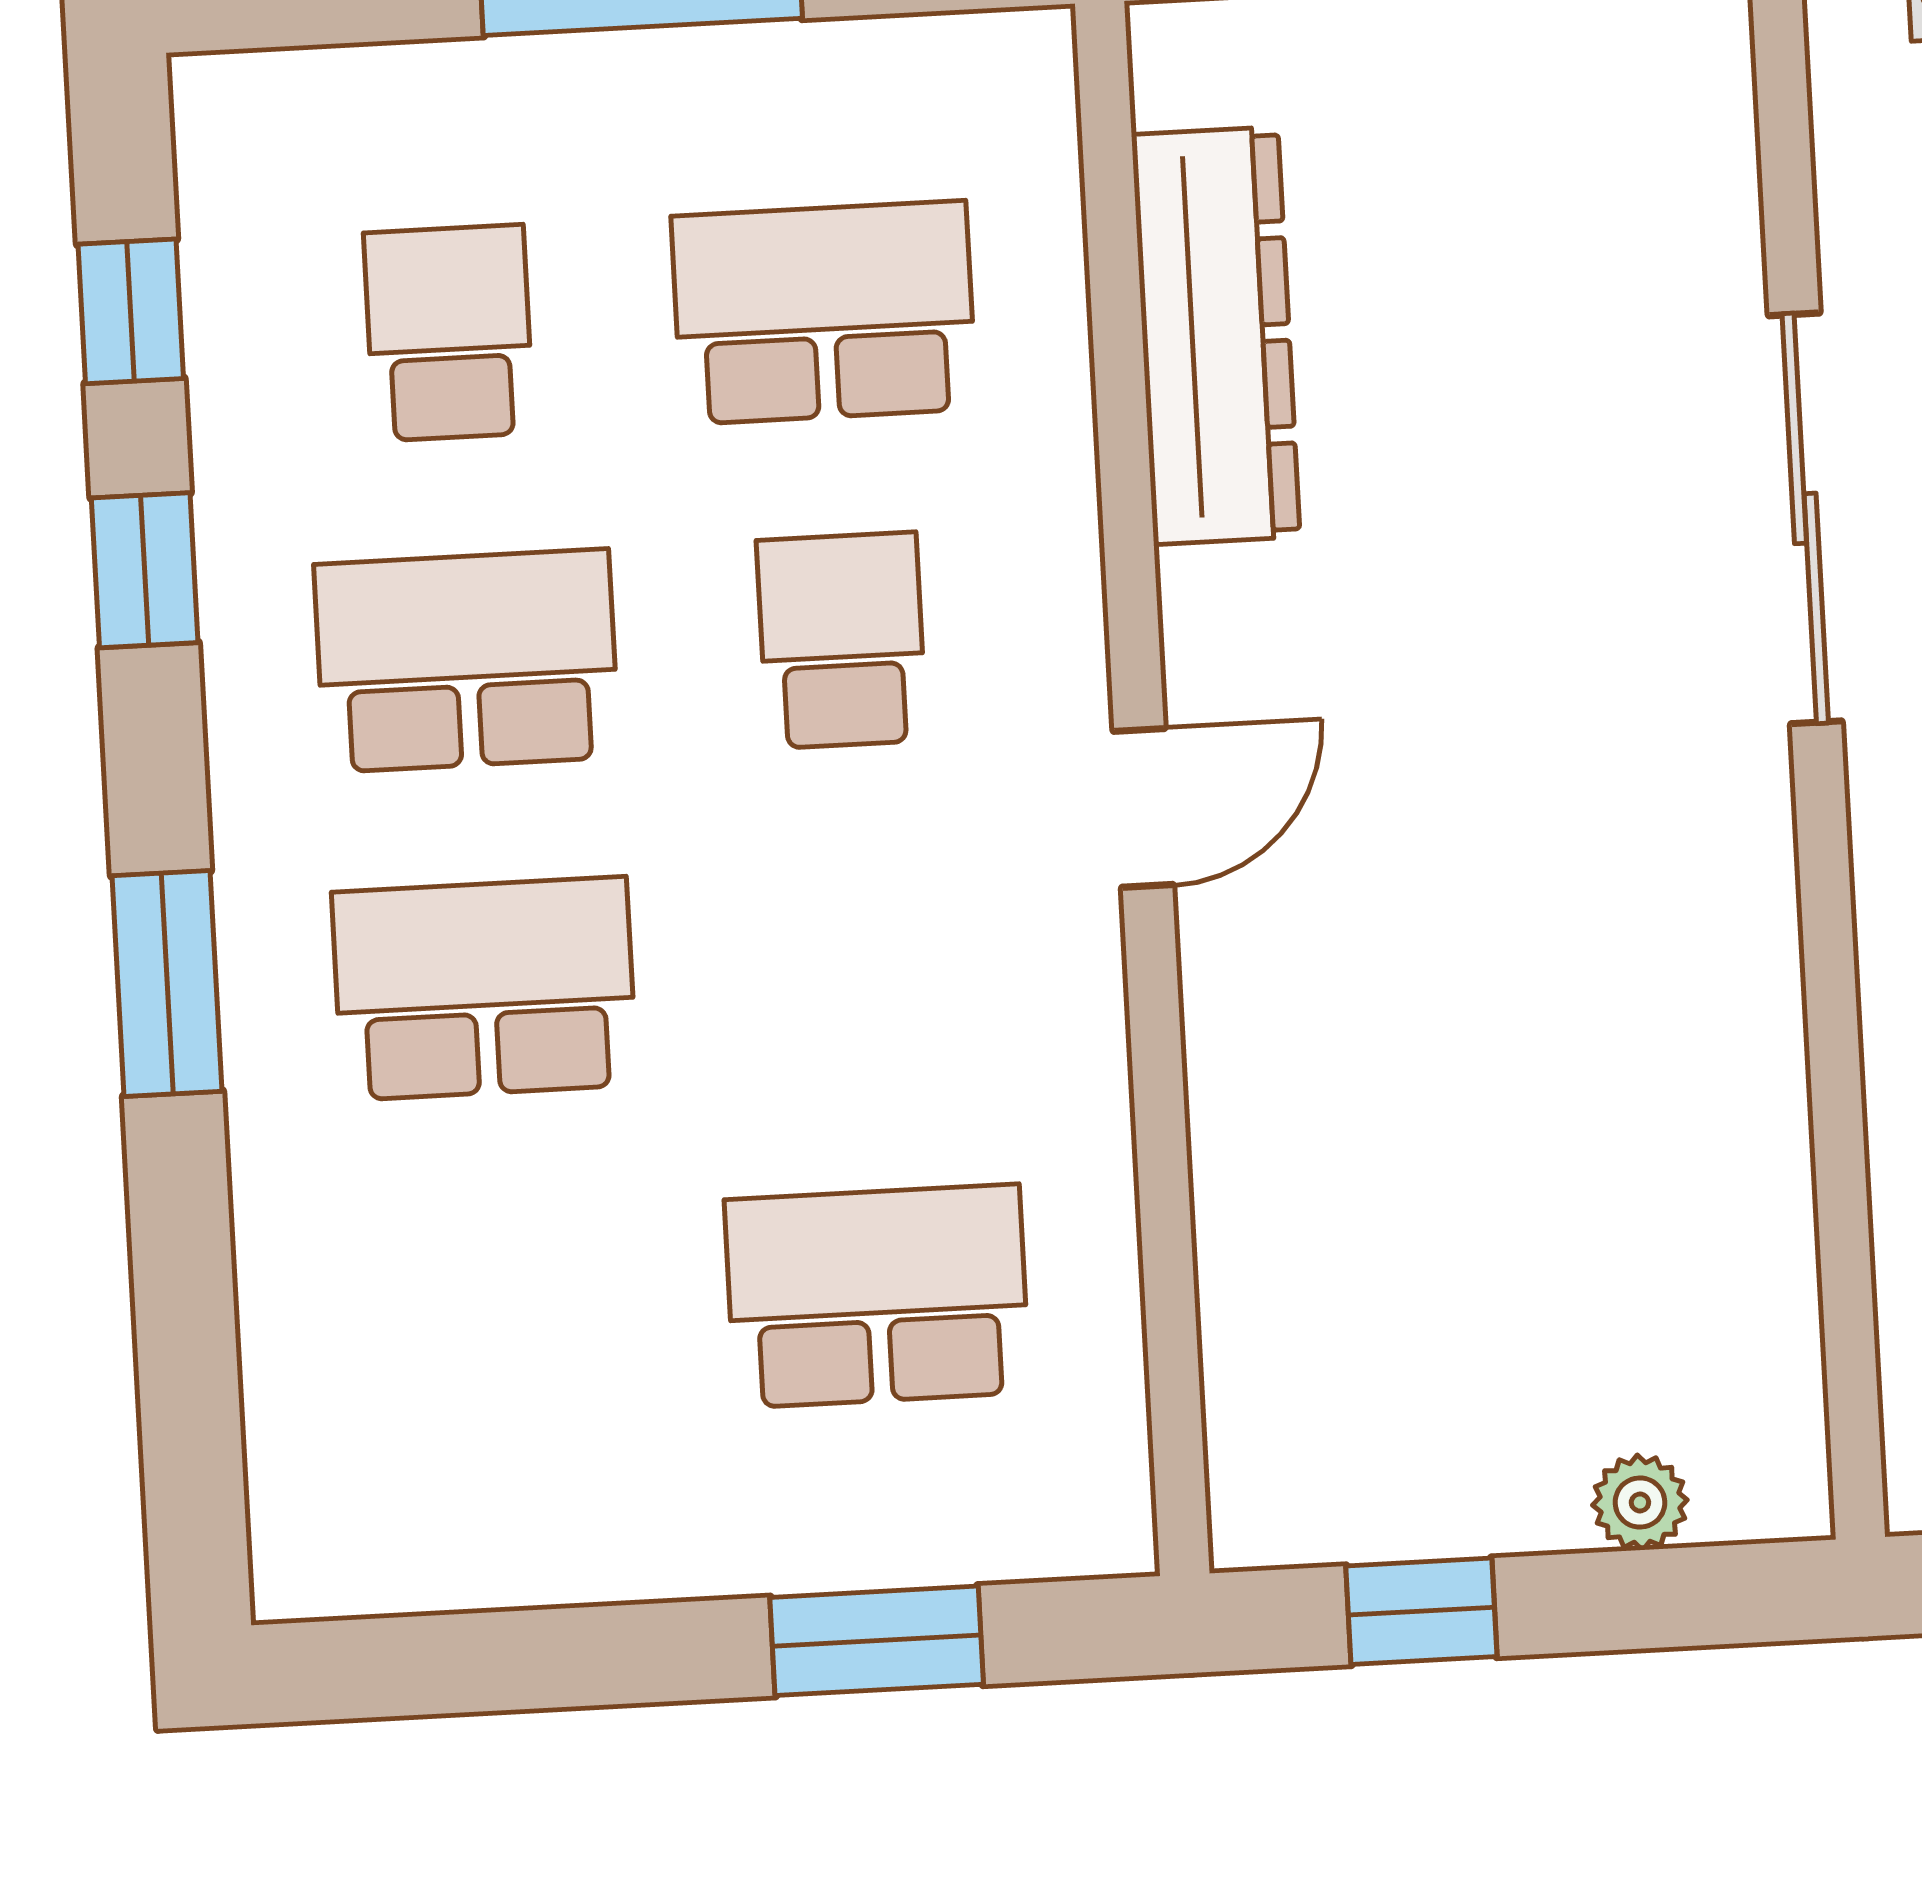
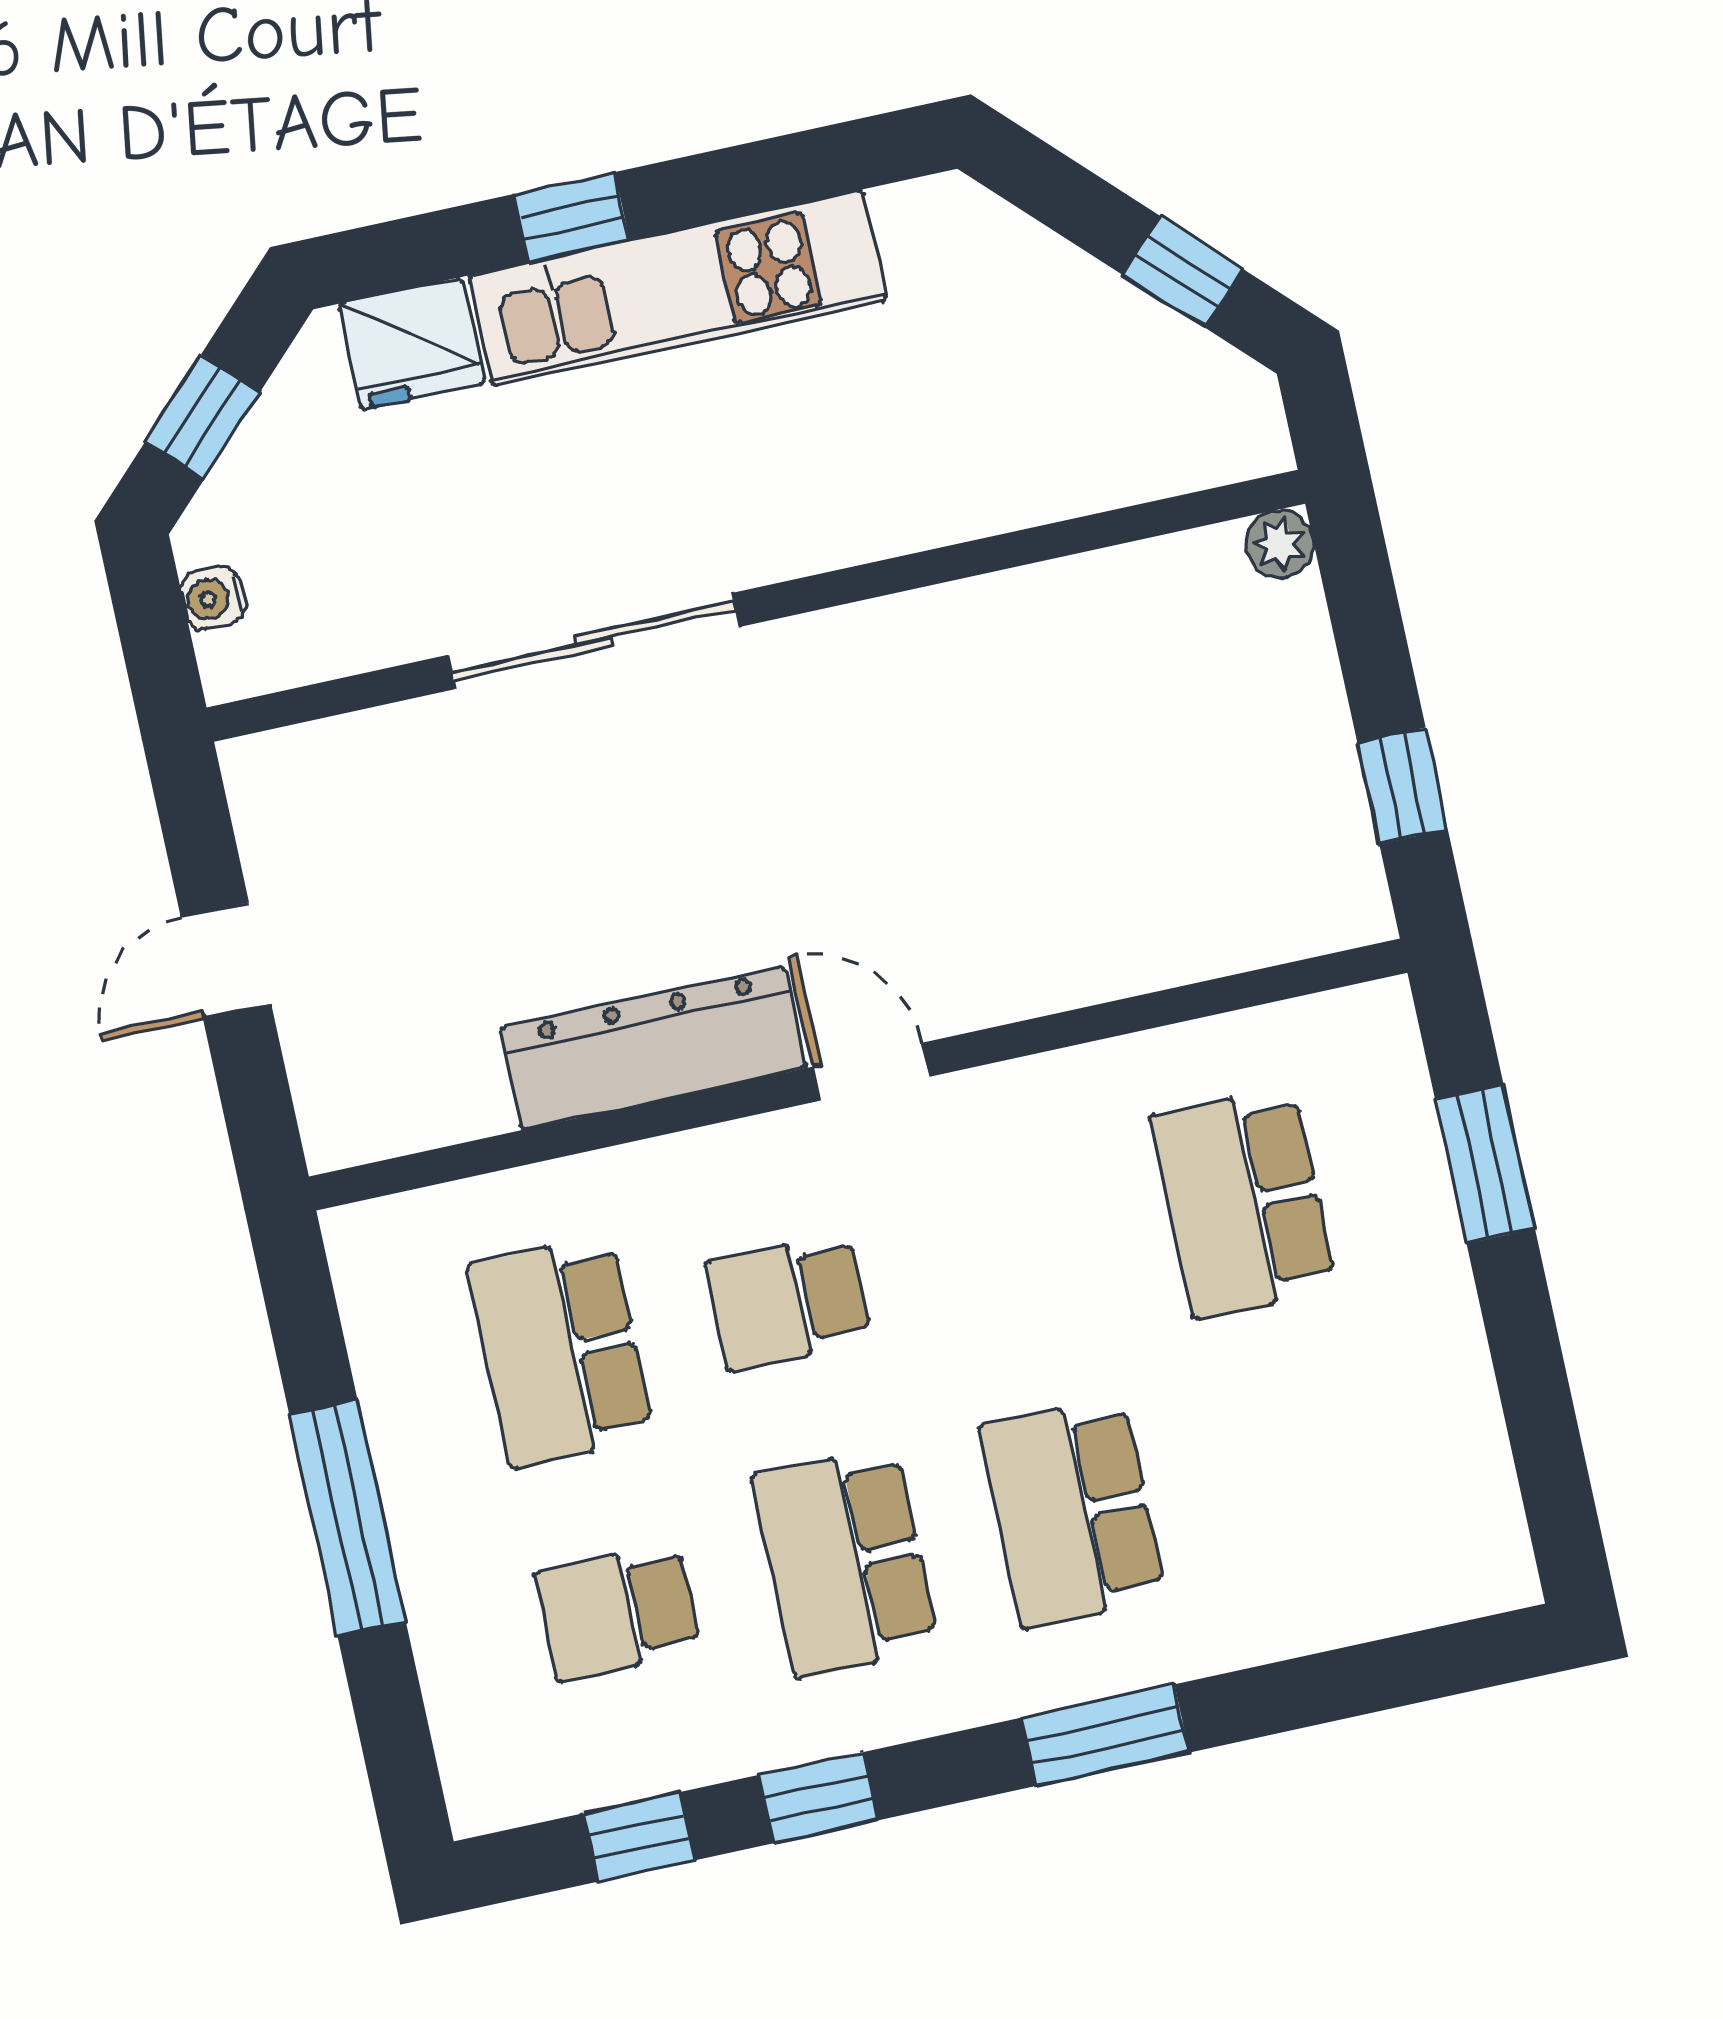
dresser: (1216, 336) -> (654, 1048), moved
plant: (1640, 1503) -> (1279, 544), moved

